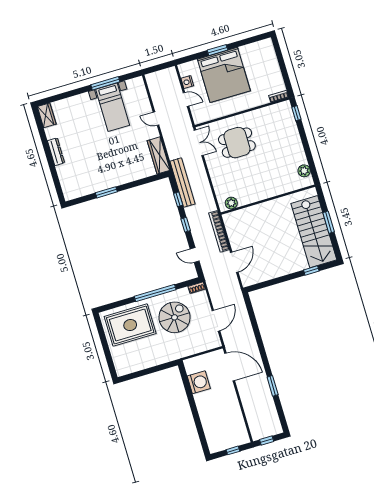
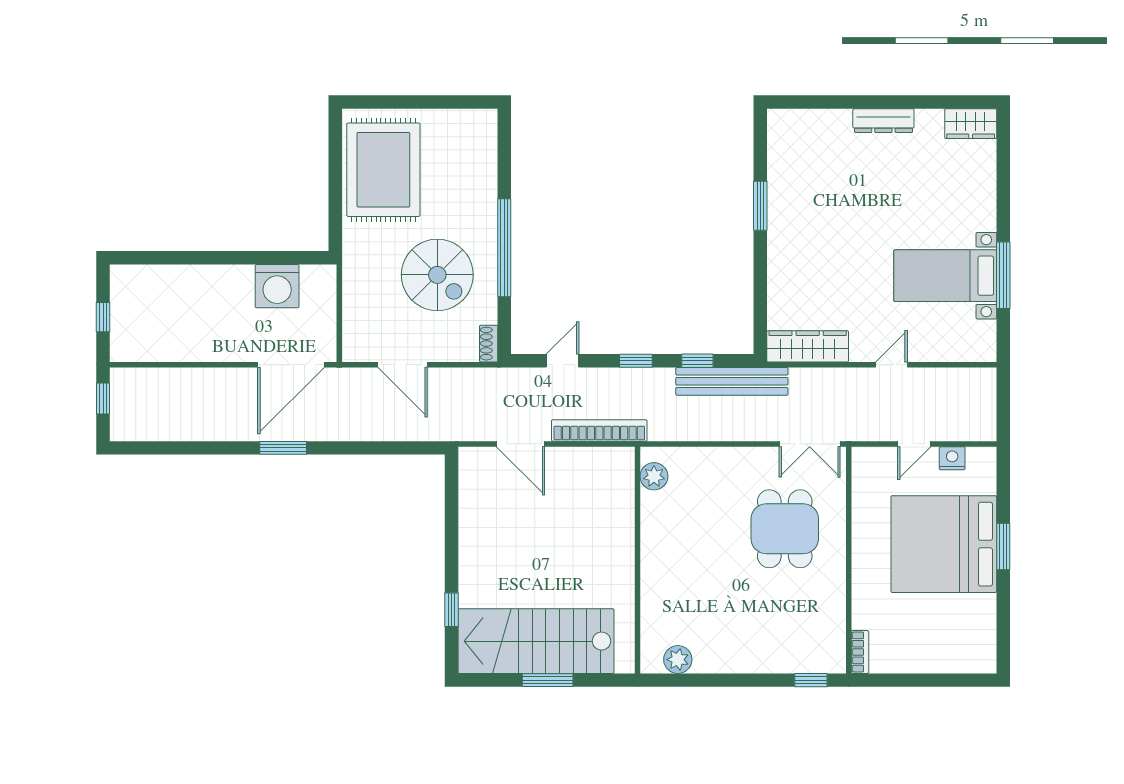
rug: (130, 325) -> (383, 170), moved
window: (273, 386) -> (283, 448), moved

